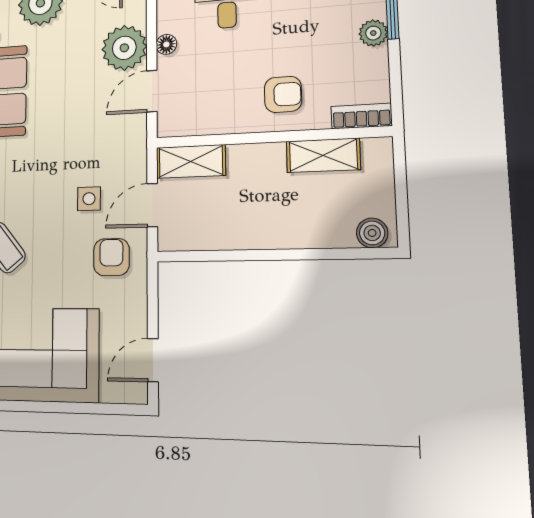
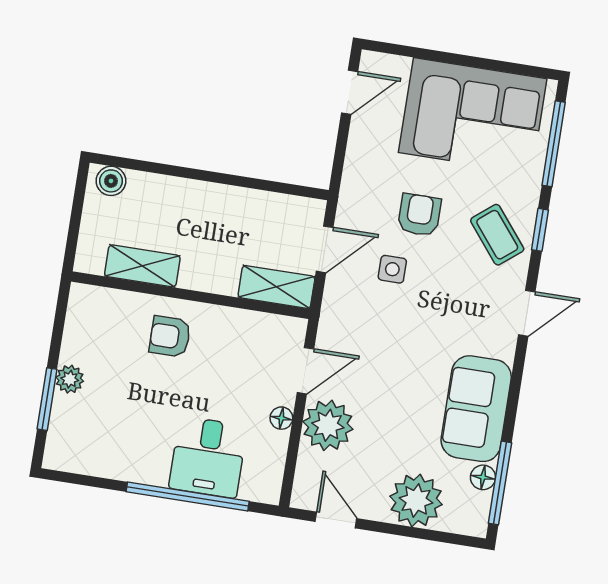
bookcase: (361, 116) -> (98, 298), removed
armchair: (111, 257) -> (419, 215), moved, turned 180

